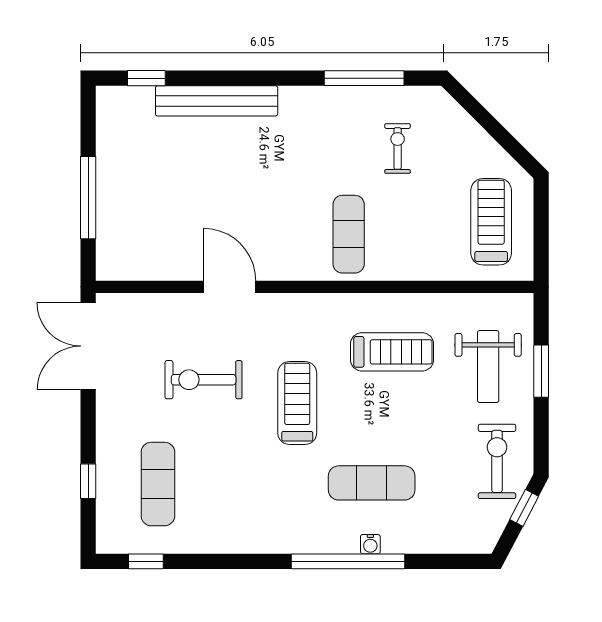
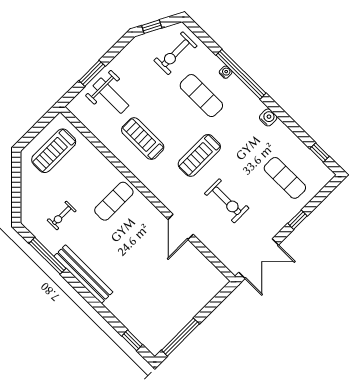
bench: (217, 101) -> (83, 274), moved
window: (88, 198) -> (180, 337), moved
weight bench: (488, 367) -> (111, 96), turned 90
exercise bike: (497, 461) -> (175, 53), moved
window: (88, 481) -> (297, 220), moved
exercise mat: (158, 484) -> (285, 178), turned 90
water cooler: (257, 540) -> (268, 117), added

